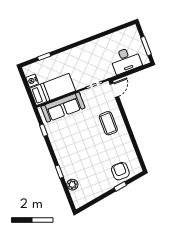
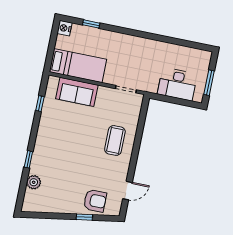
nightstand: (32, 81) -> (64, 28), moved
door: (114, 90) -> (127, 191), moved
sofa: (63, 107) -> (77, 92), width x0.73
armchair: (120, 171) -> (95, 201), turned 90

